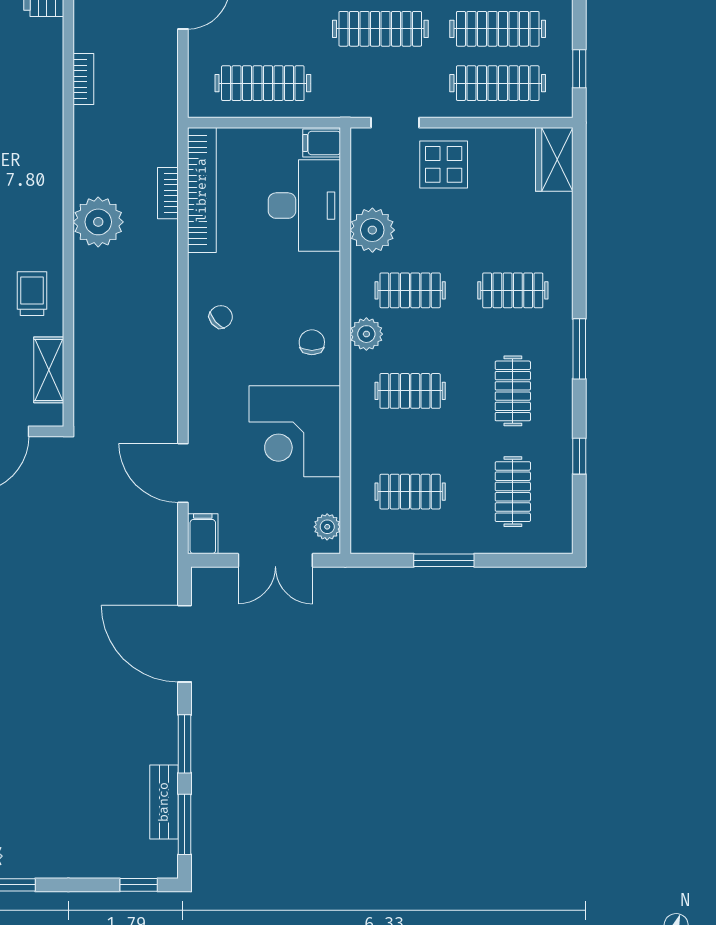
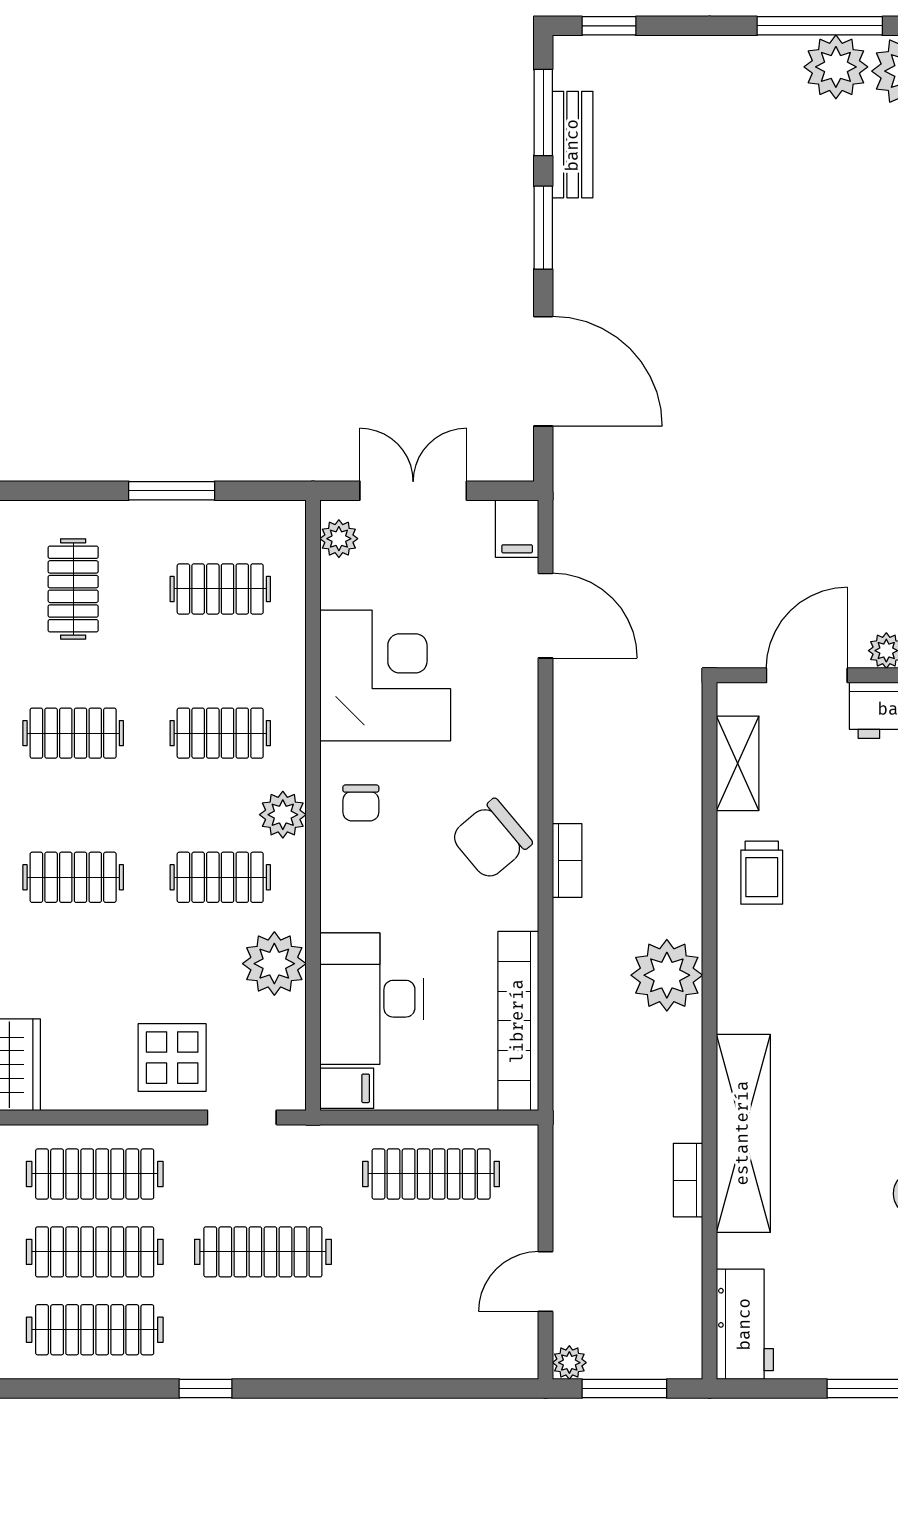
shelving: (45, 111) -> (743, 1133), added
bookcase: (168, 193) -> (567, 860), moved
chair: (221, 317) -> (491, 839), width x1.87, depth x1.87
clothes rail: (513, 391) -> (73, 733), turned 90

